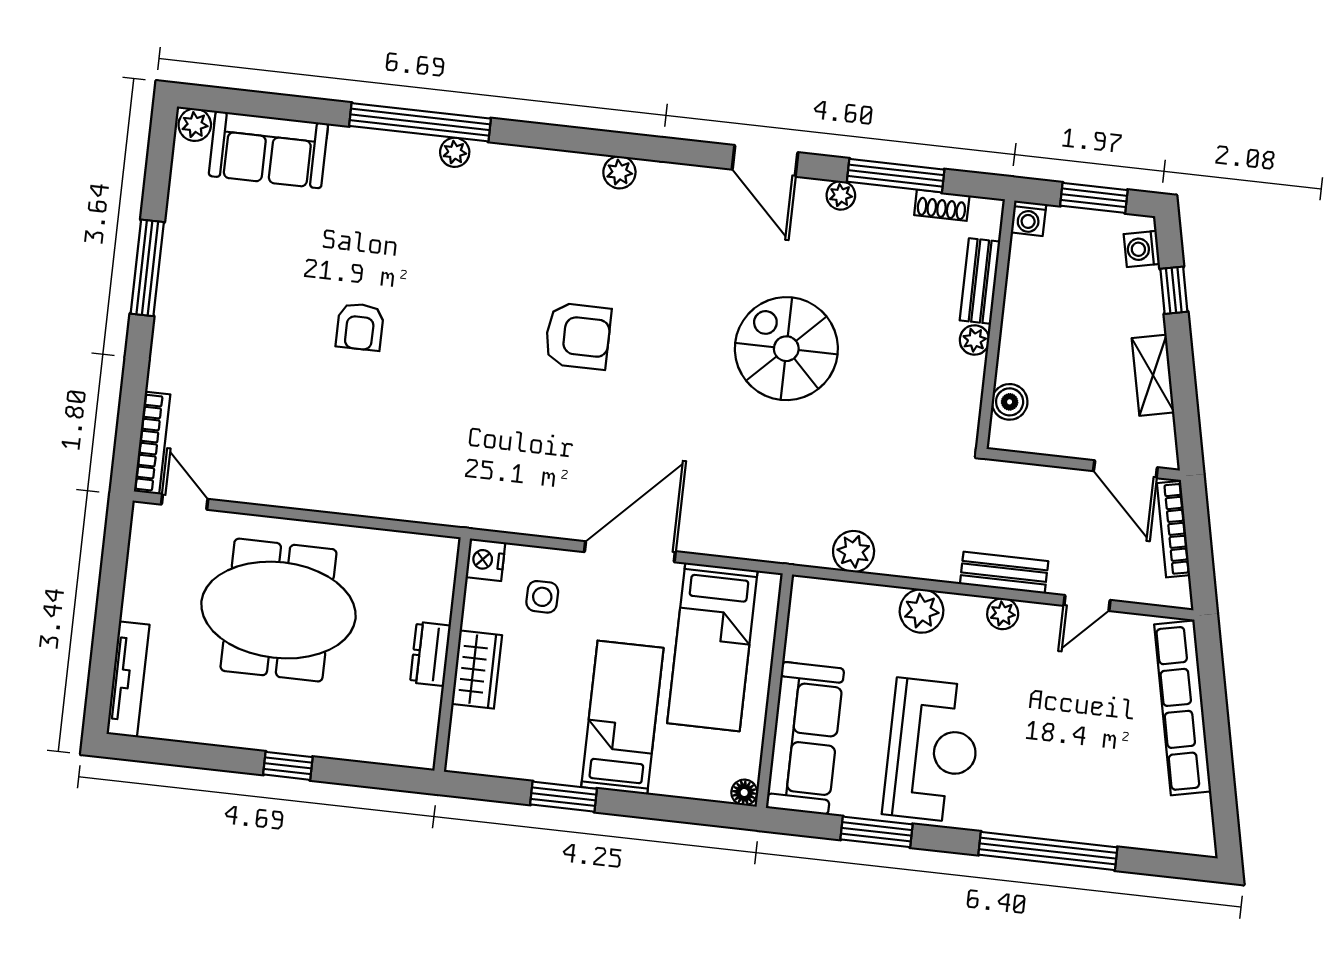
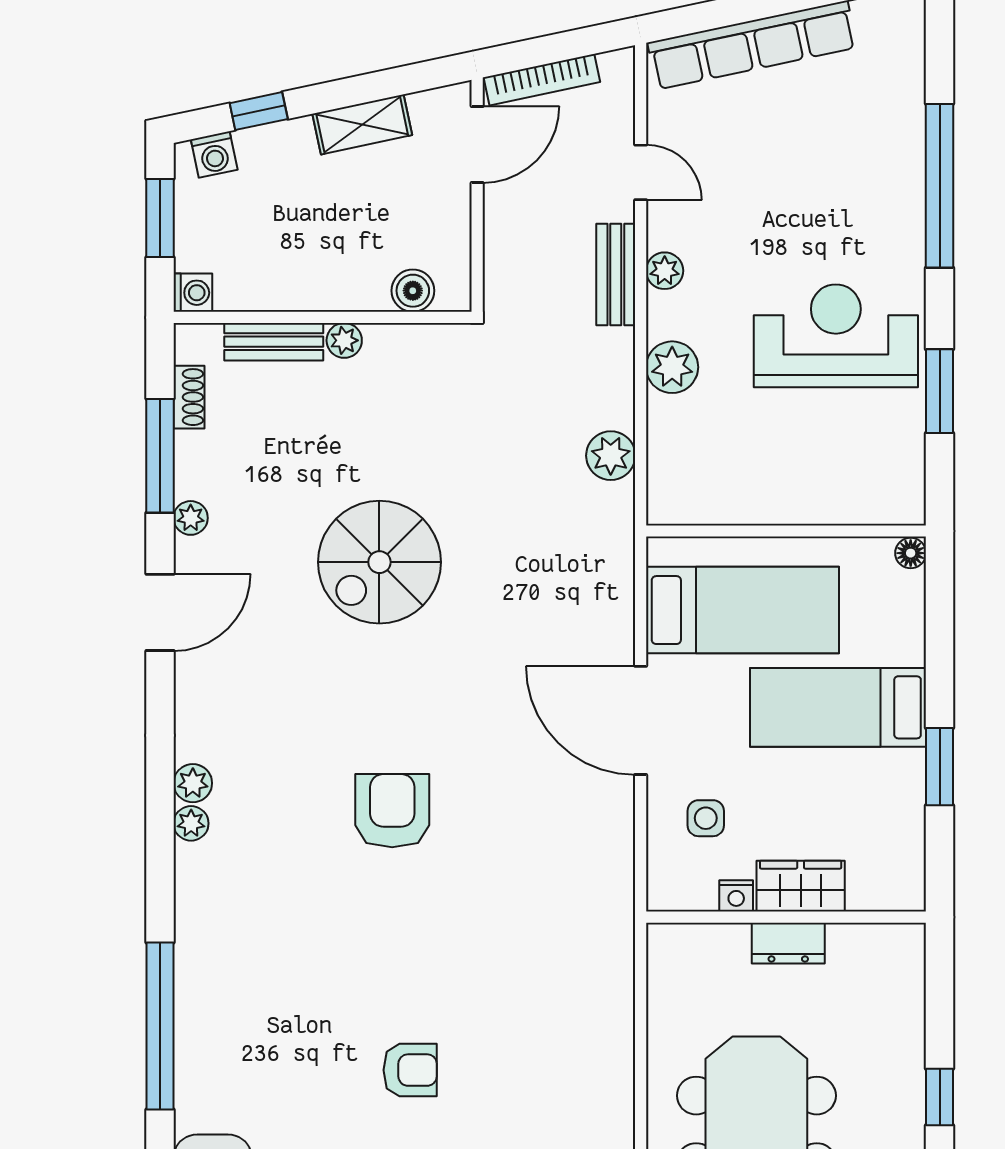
plant: (455, 152) -> (191, 823), moved
nightstand: (485, 560) -> (736, 896), moved, width x0.72, depth x0.74
sofa: (805, 738) -> (838, 488), removed

